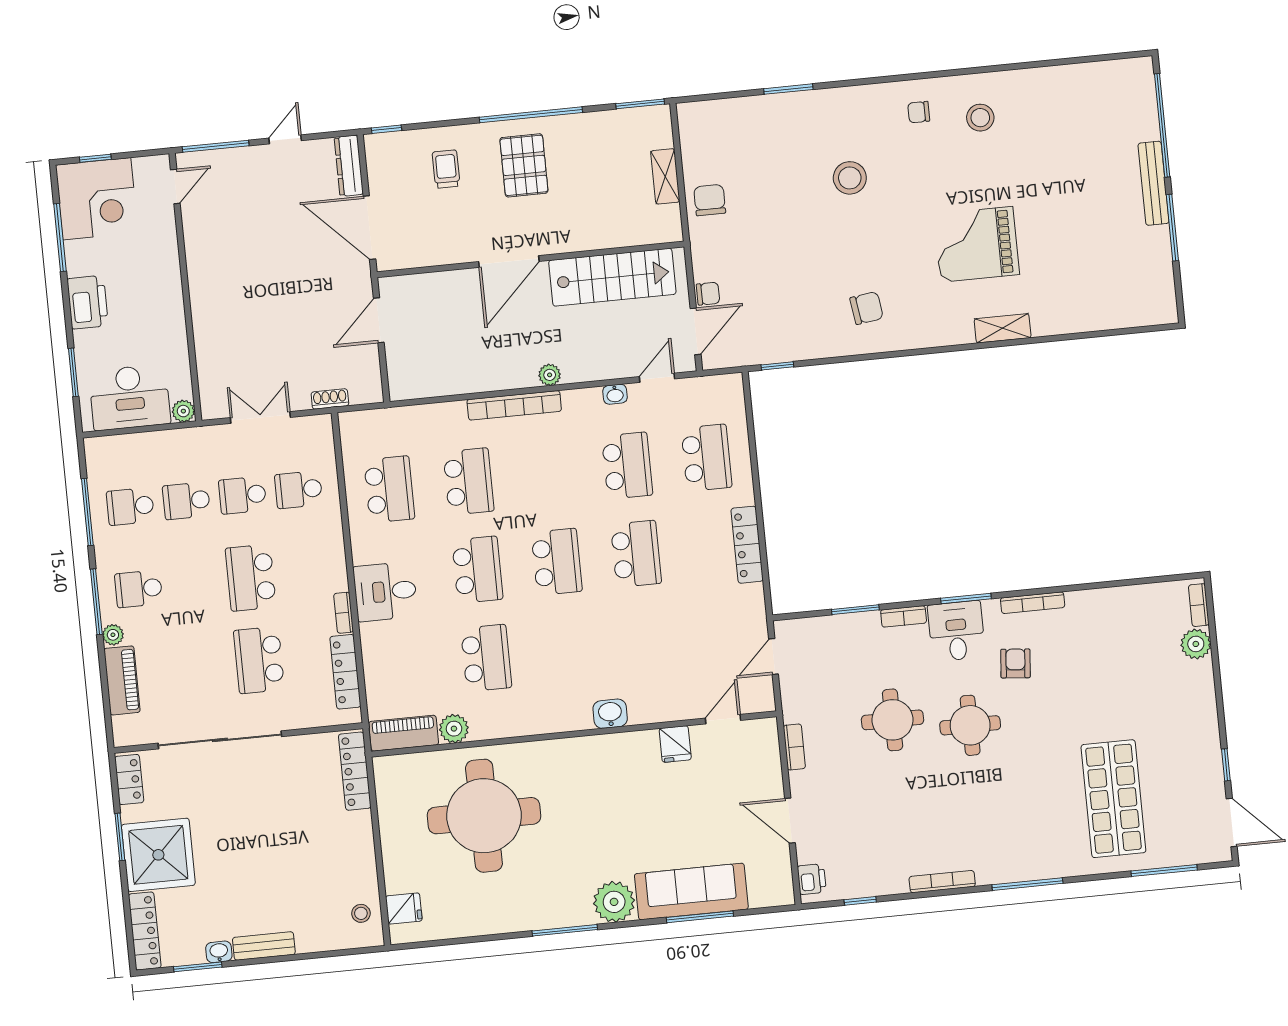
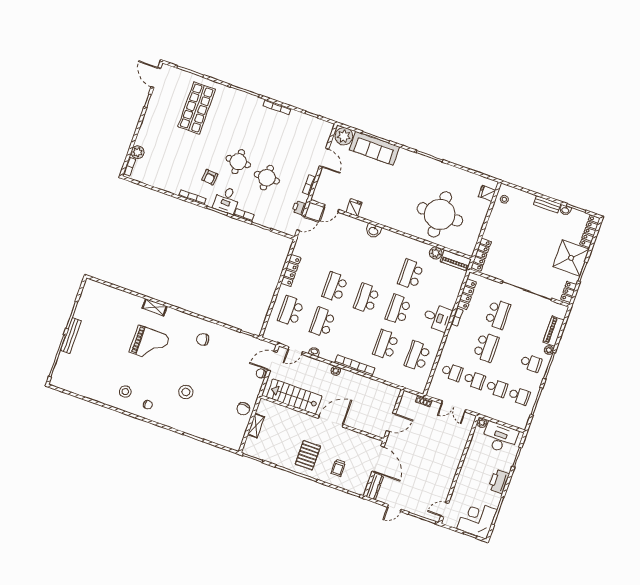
printer: (812, 879) -> (299, 208), moved
plant: (614, 902) -> (344, 136), moved

